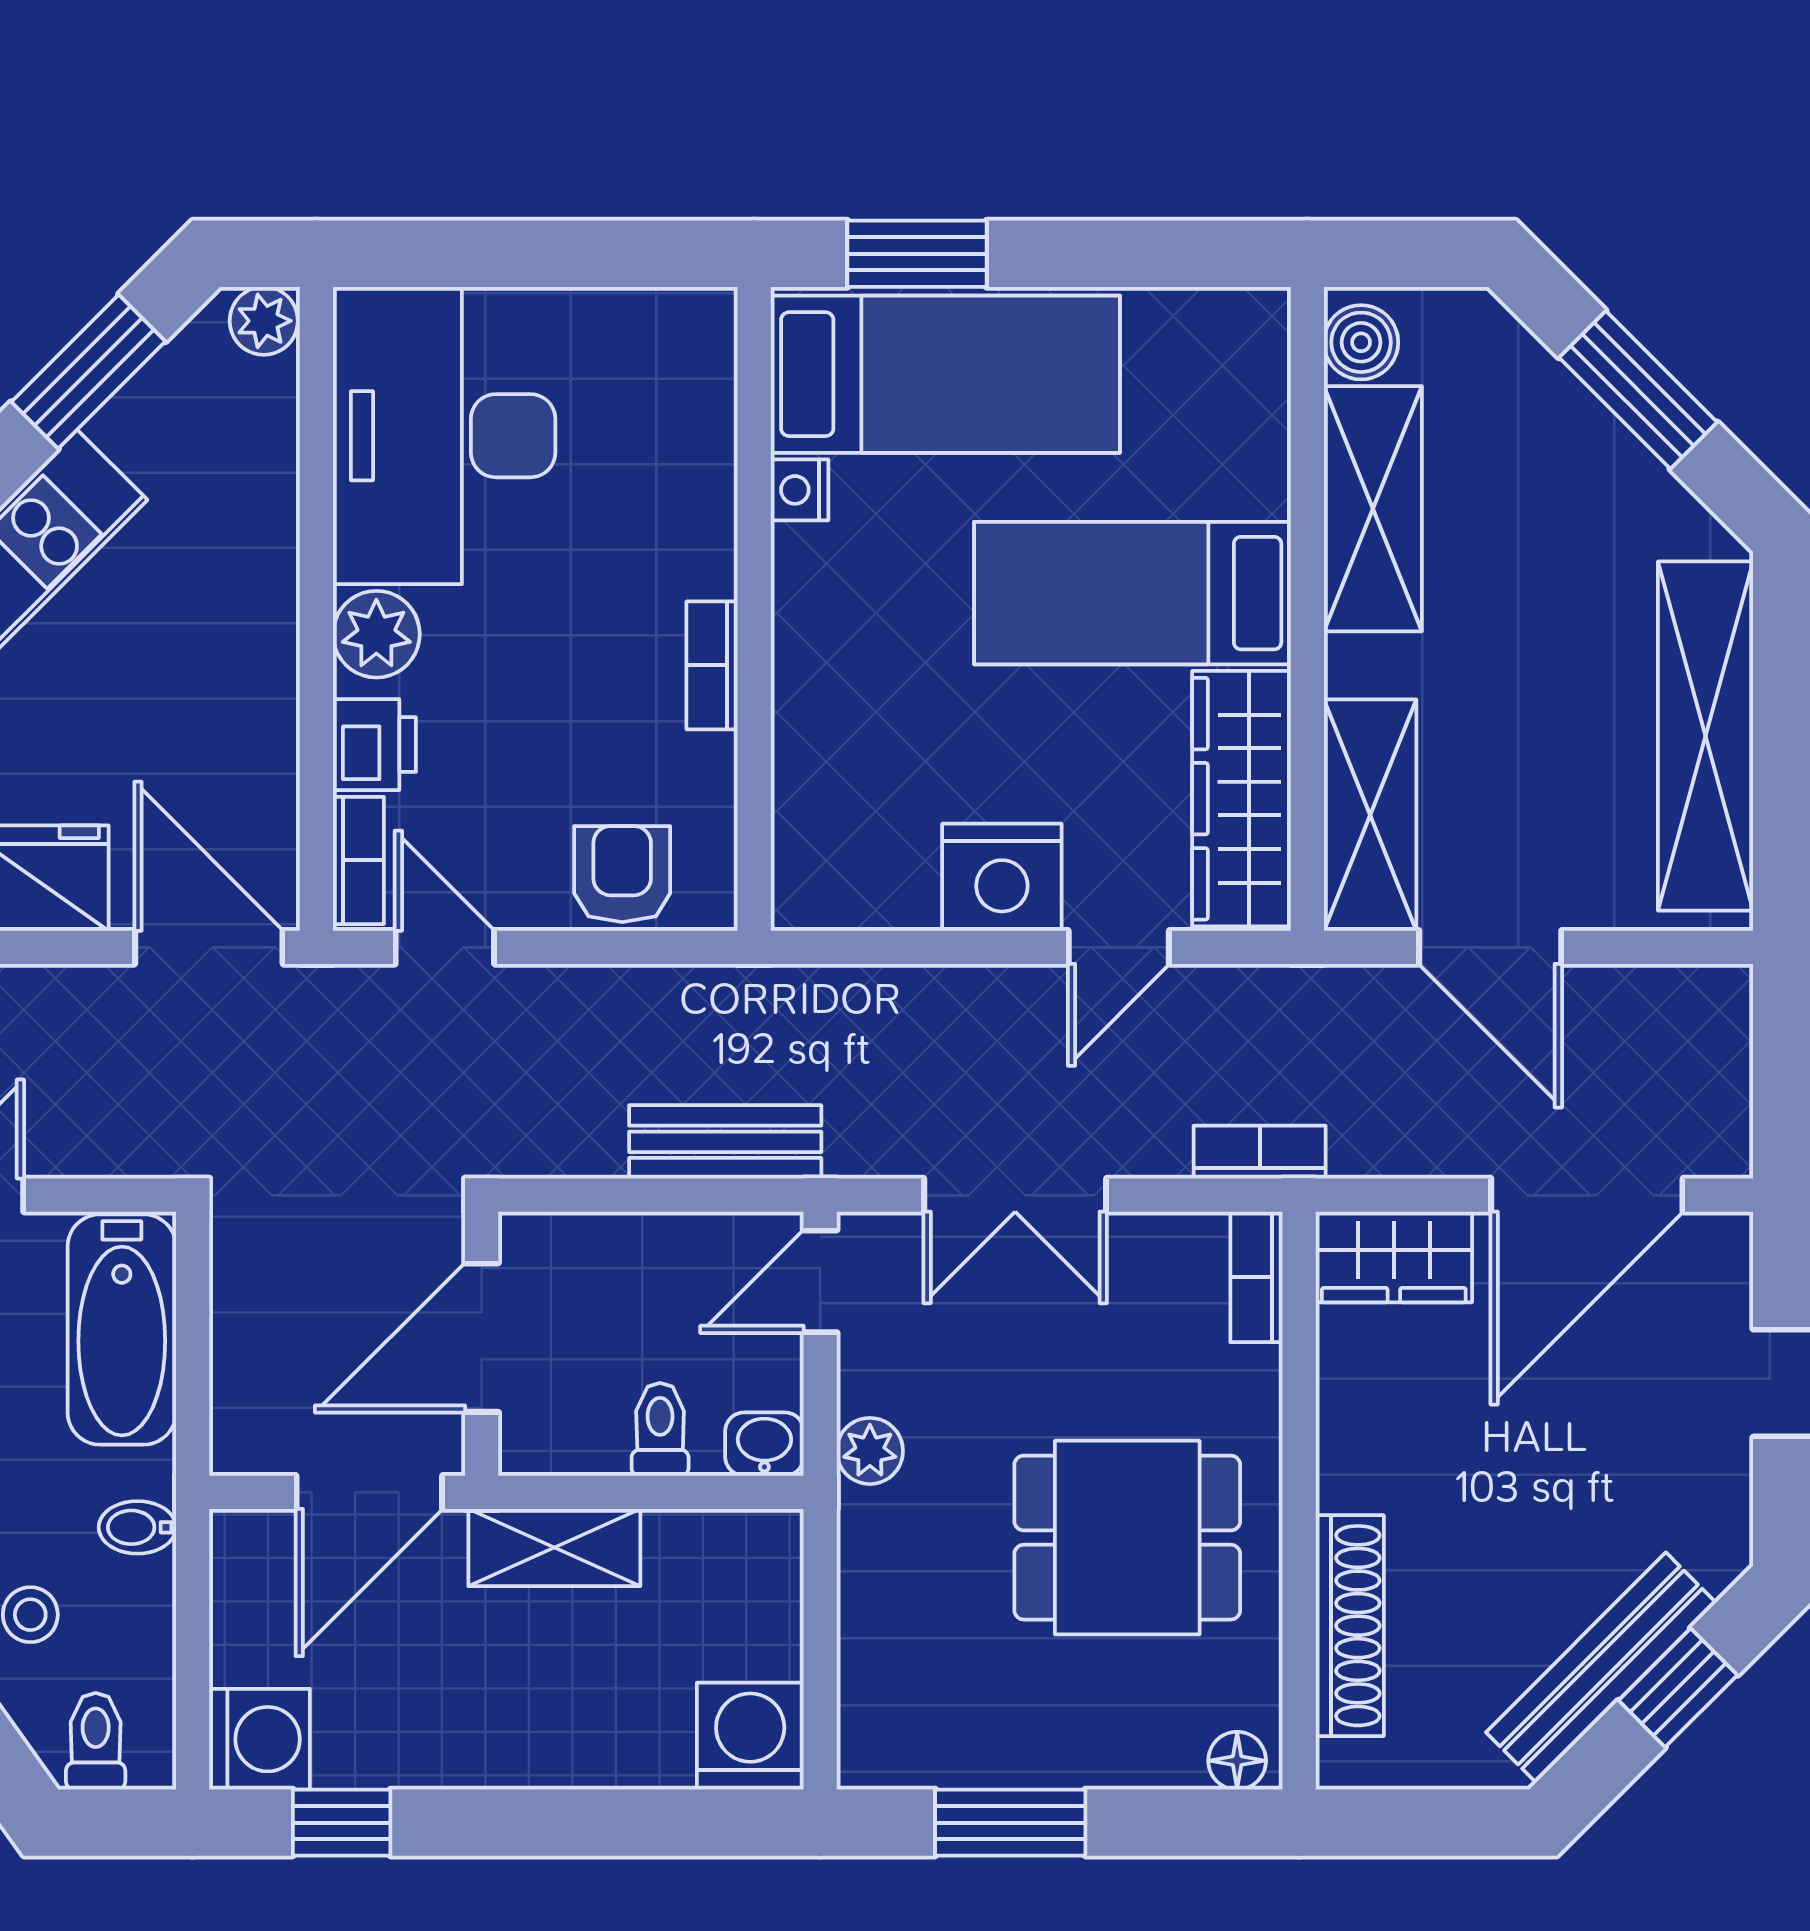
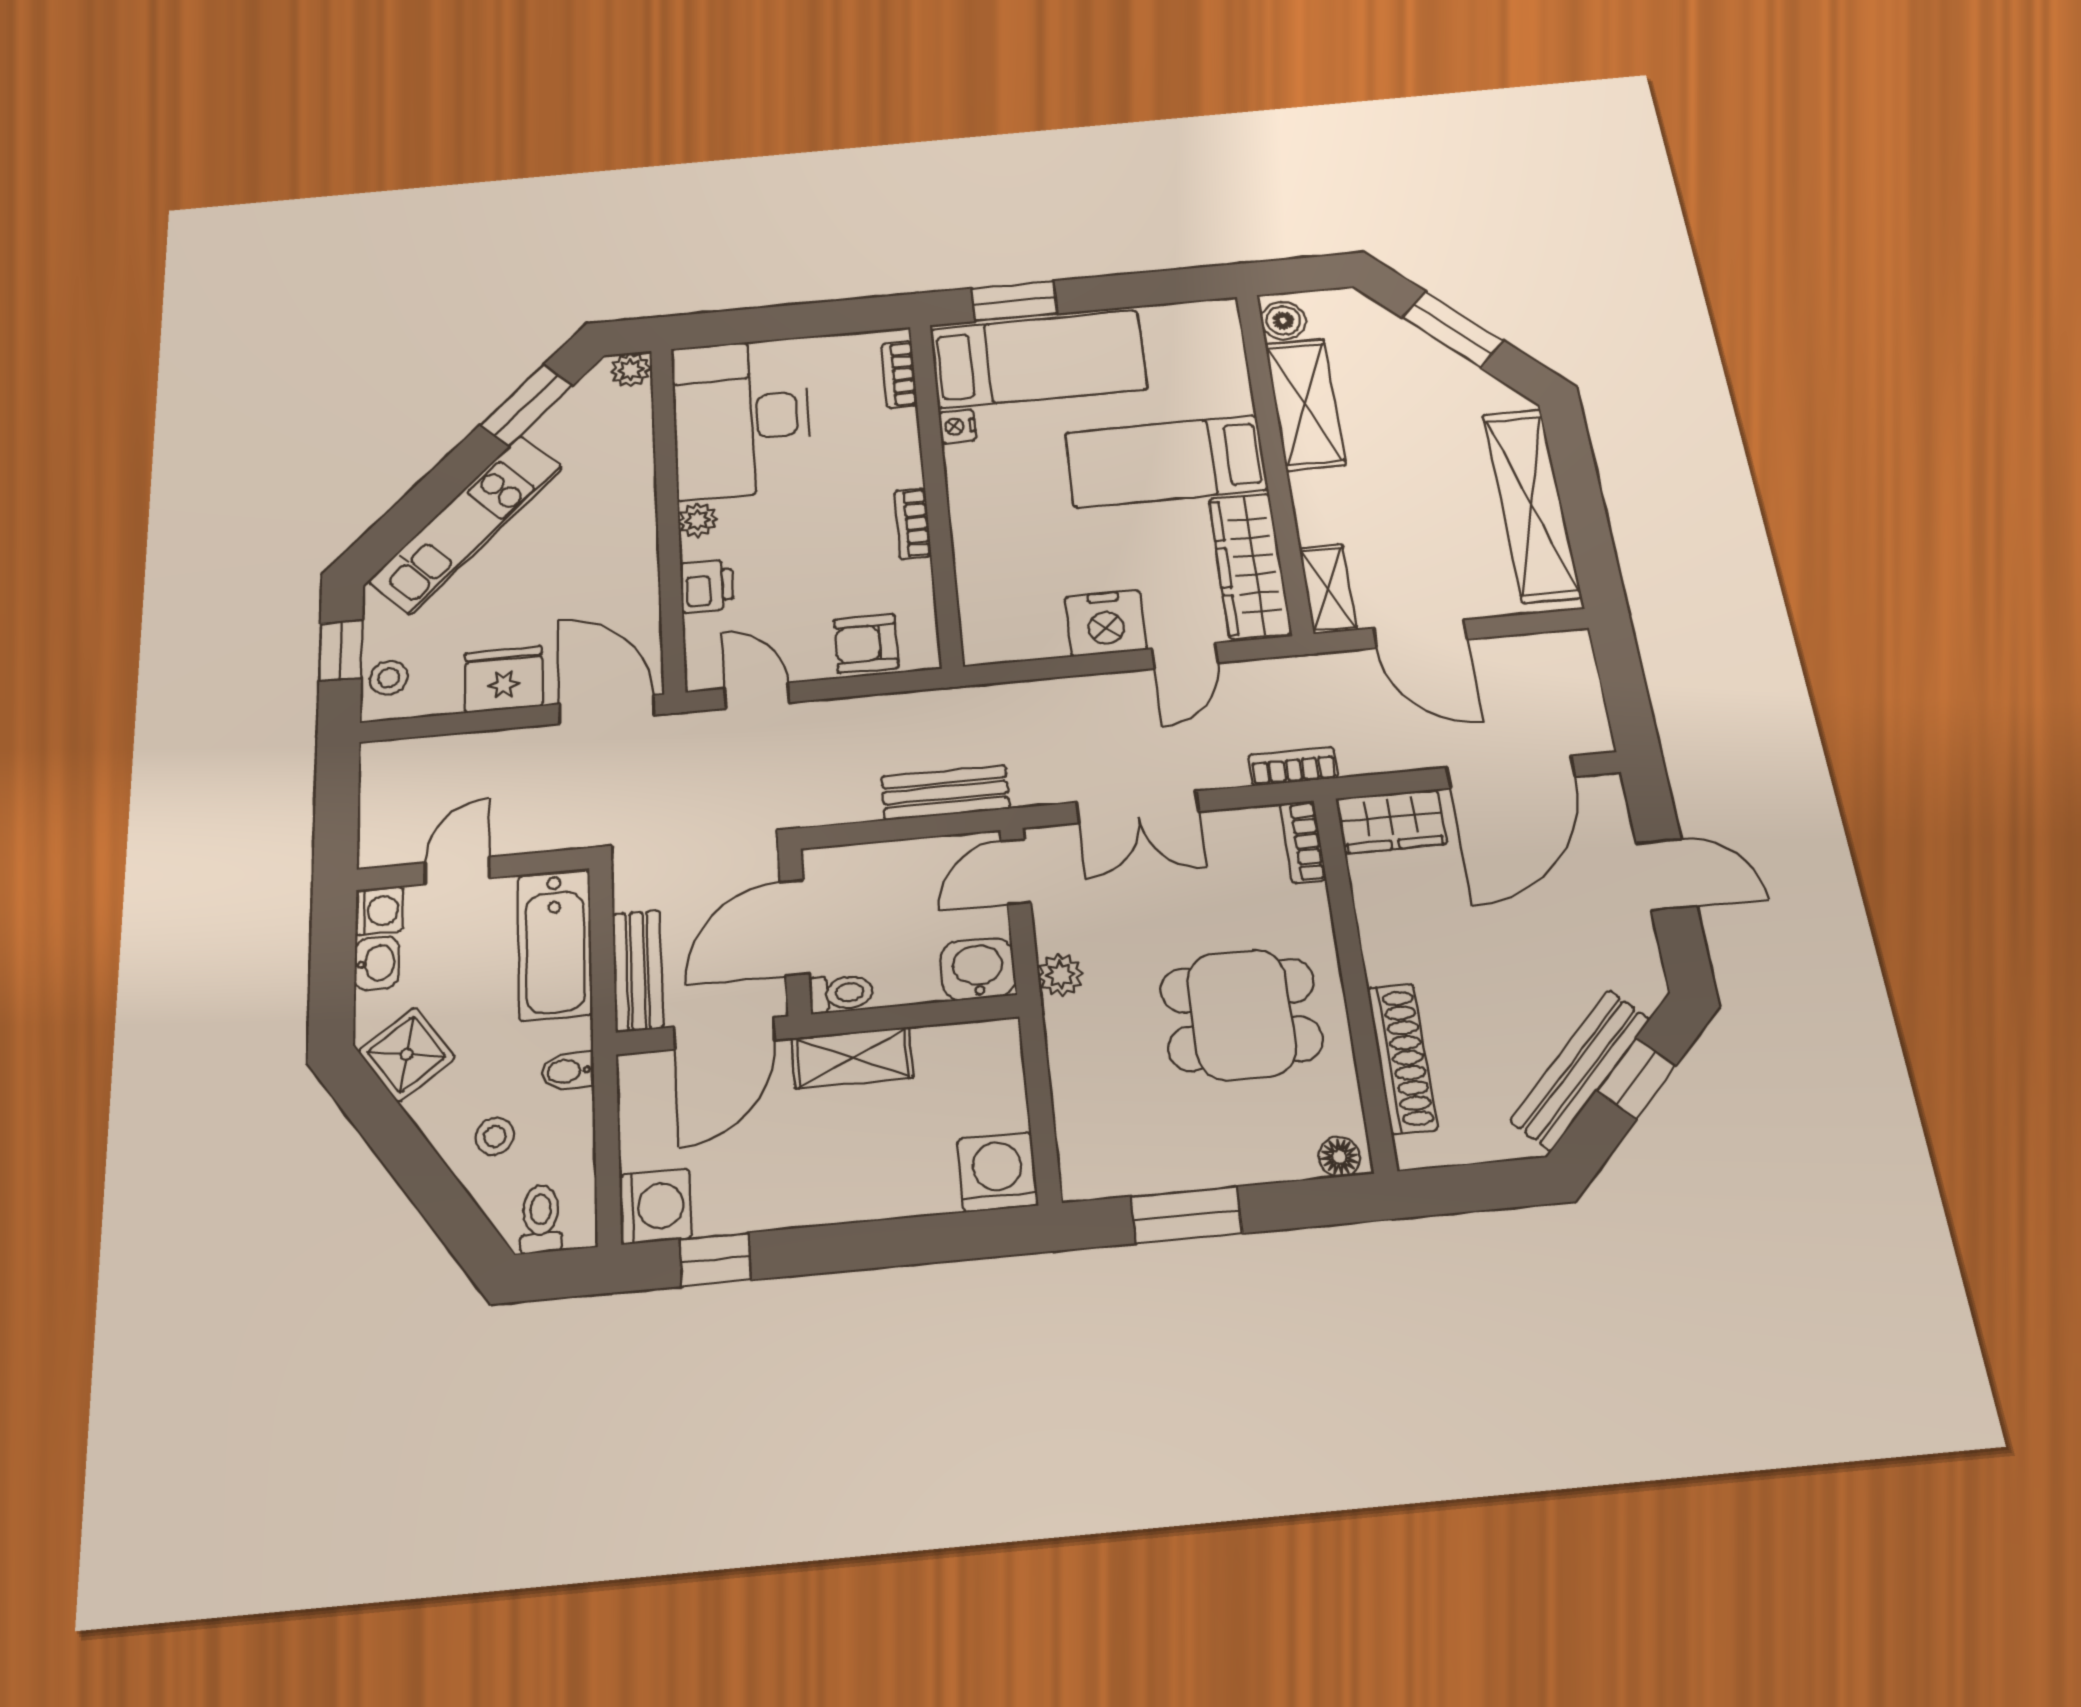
plant: (376, 634) -> (698, 520), width x0.73, depth x0.73
shelving: (1370, 815) -> (1328, 589), width x0.67, depth x0.75
bookcase: (358, 860) -> (899, 374), moved, turned 180
armchair: (622, 874) -> (866, 644), turned -90
bench: (245, 1383) -> (638, 971), added
toilet: (660, 1429) -> (841, 993), moved, turned 90
washbasin: (764, 1444) -> (978, 969), width x1.38, depth x1.45

